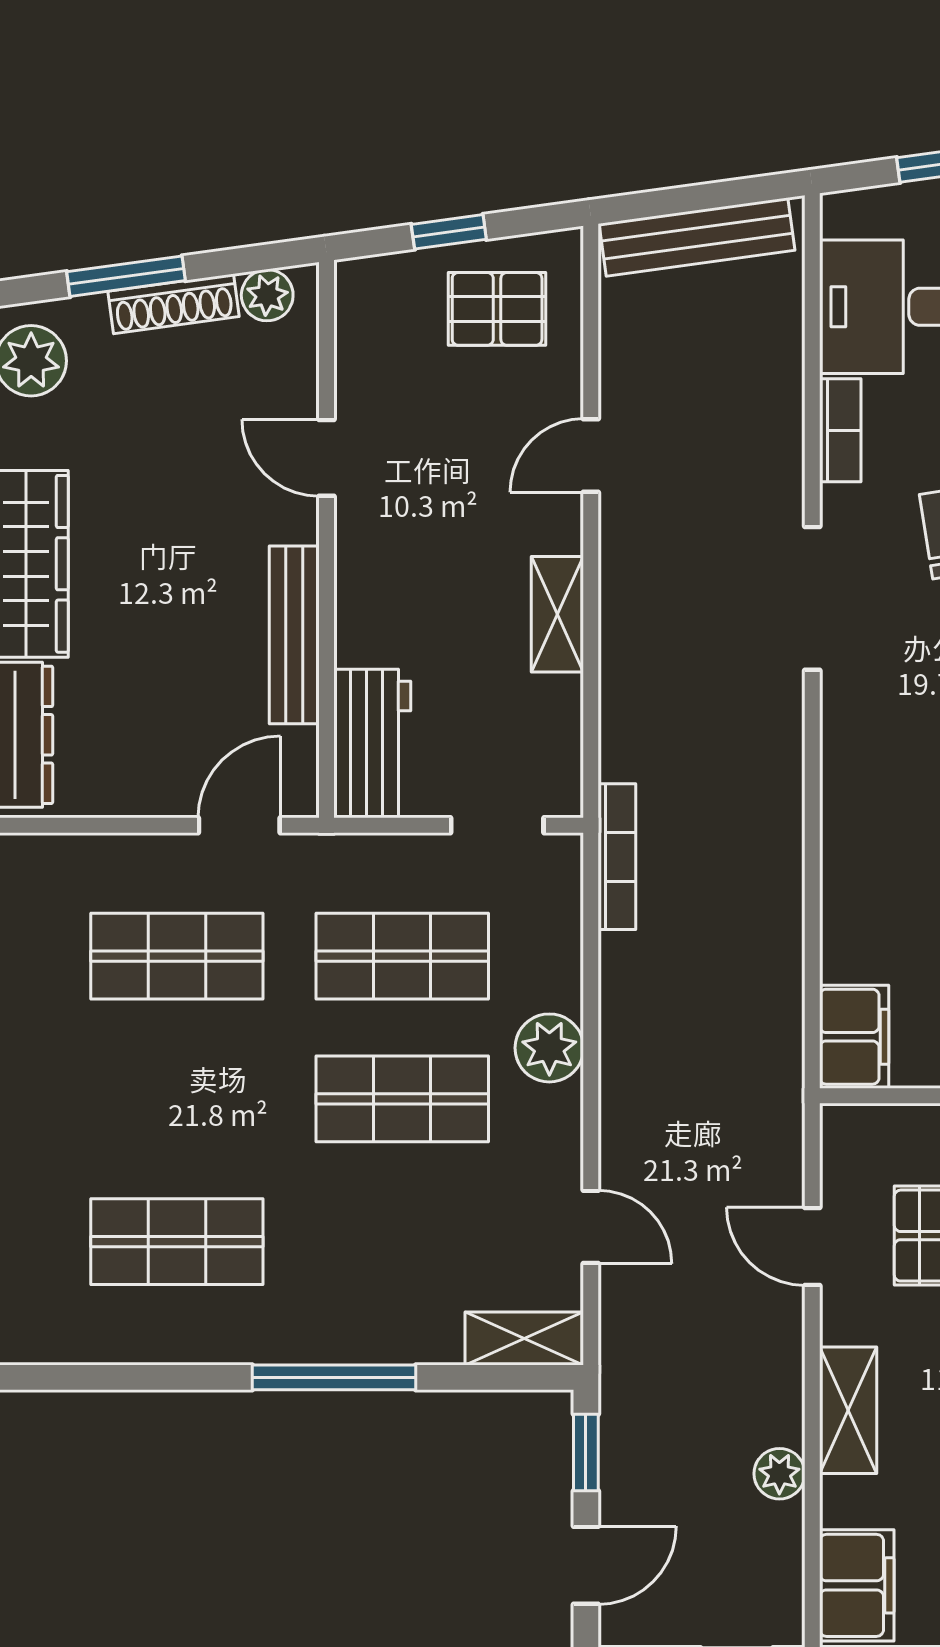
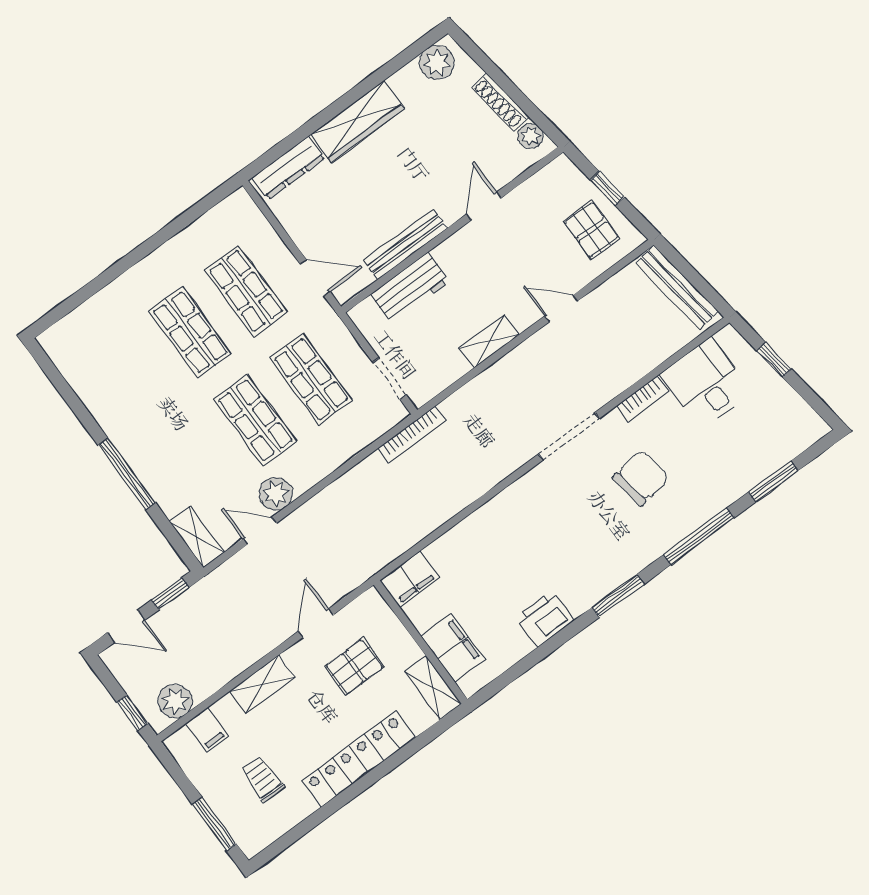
window: (126, 276) -> (497, 75), removed
workbench: (372, 744) -> (410, 288), moved
plant: (549, 1048) -> (276, 494), moved
door: (591, 1227) -> (260, 531), swing flipped
shop shelf: (177, 1242) -> (190, 332), moved
plant: (779, 1474) -> (175, 701), moved, width x1.38, depth x1.38
filing cabinet: (857, 1585) -> (207, 730), width x0.50

